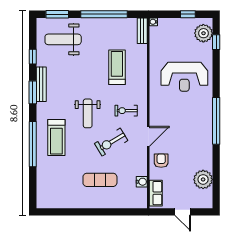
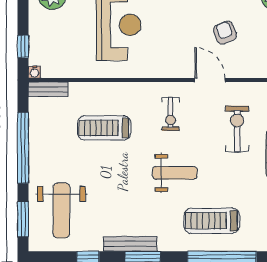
window: (188, 14) -> (23, 46), moved
treadmill: (56, 138) -> (212, 221), turned 180
exercise bike: (111, 142) -> (237, 129), moved, turned -149
armchair: (161, 161) -> (225, 33), moved, turned 68

